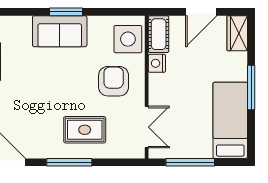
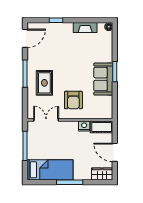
sofa: (60, 31) -> (103, 79), moved
side table: (128, 39) -> (99, 109), removed
armchair: (114, 81) -> (73, 100), turned 90
double door: (147, 127) -> (46, 120), swing flipped

